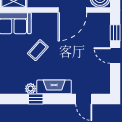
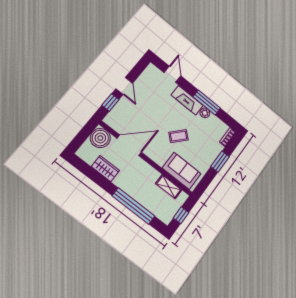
window: (36, 99) -> (207, 102), width x2.17

